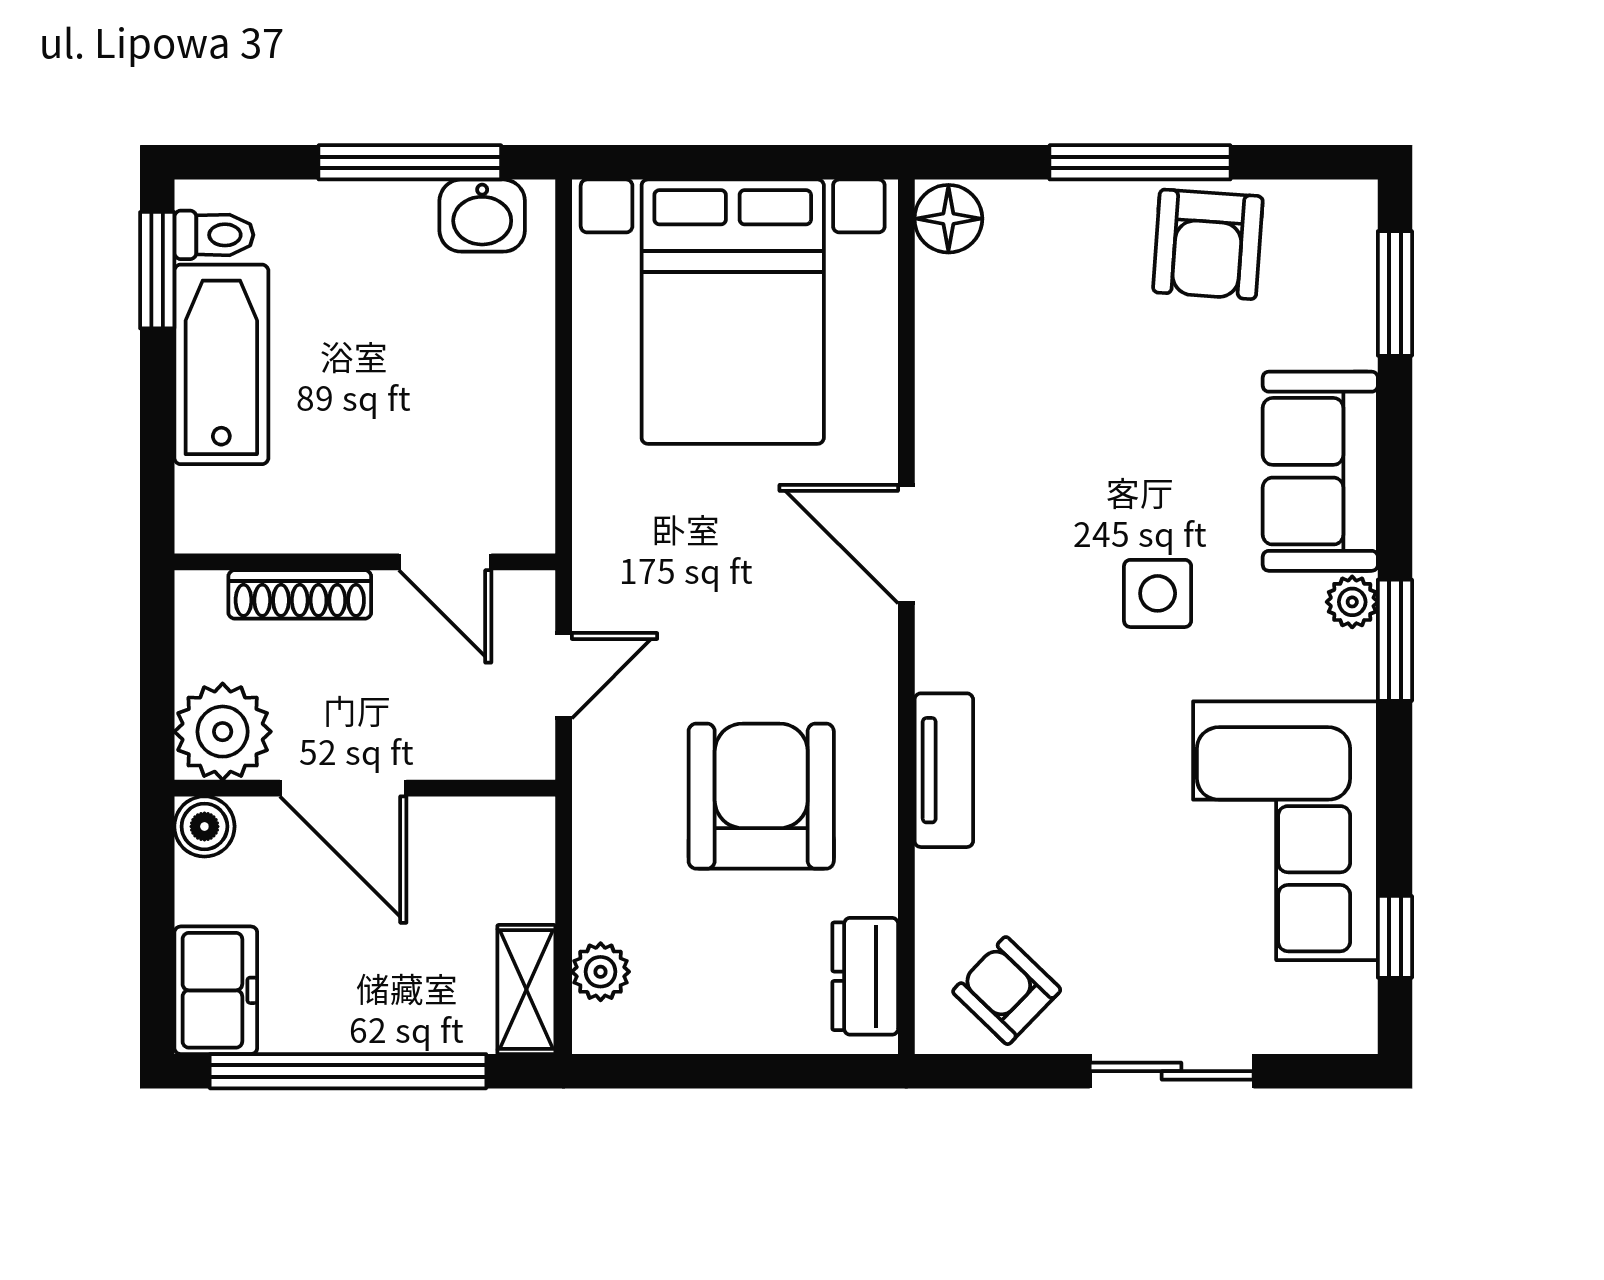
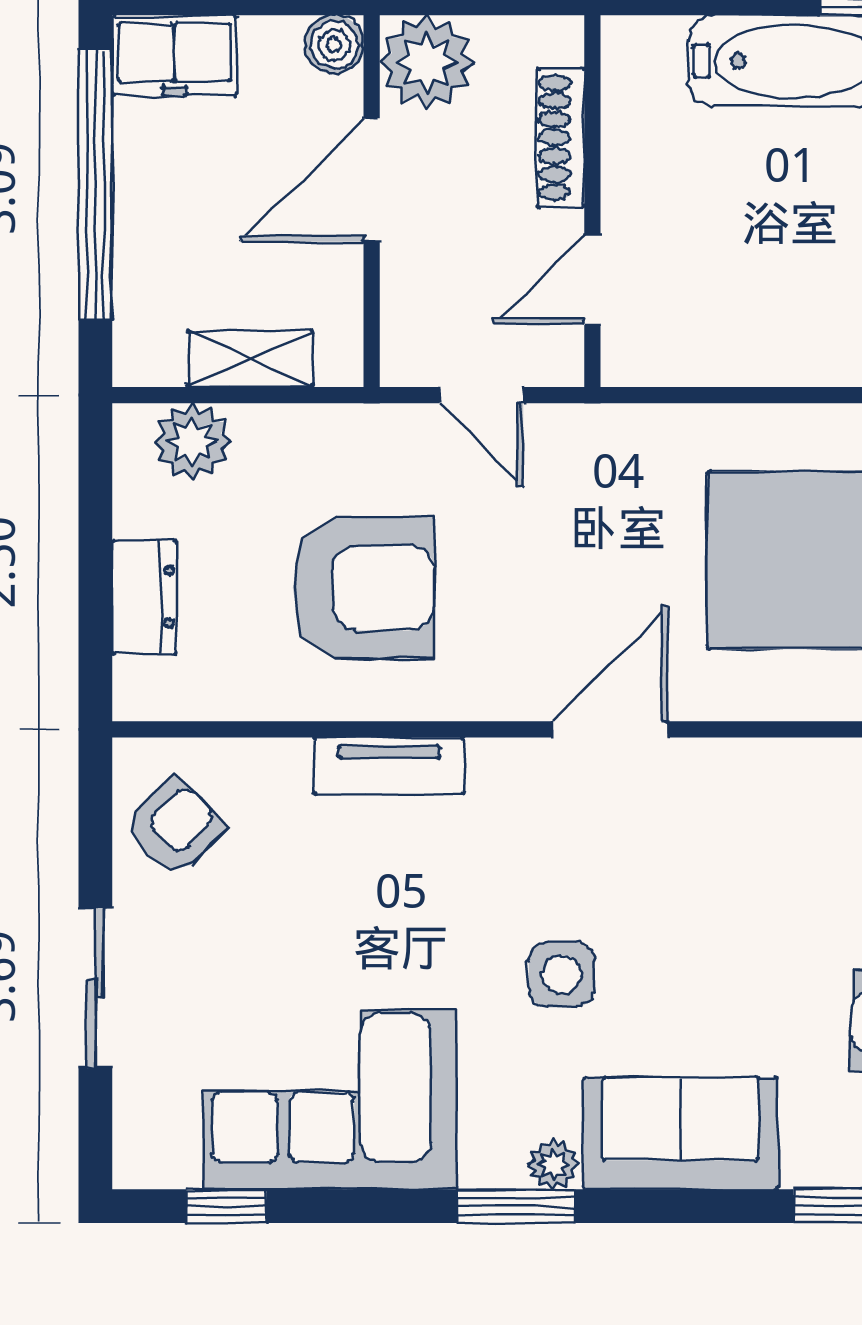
plant: (601, 972) -> (192, 442), width x1.38, depth x1.38
dresser: (865, 976) -> (144, 597), moved, turned 90
shelving: (526, 989) -> (250, 359), moved

